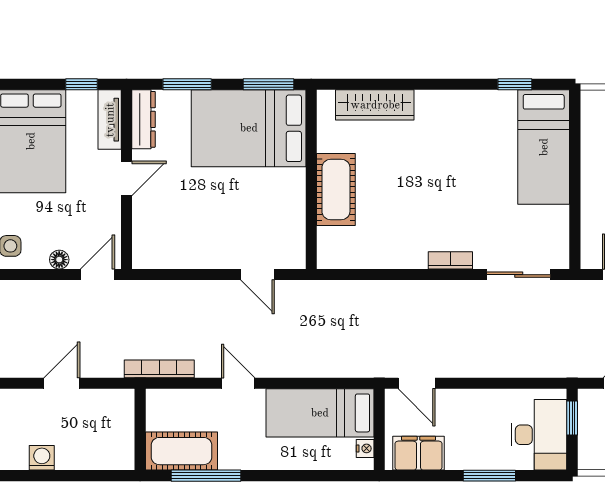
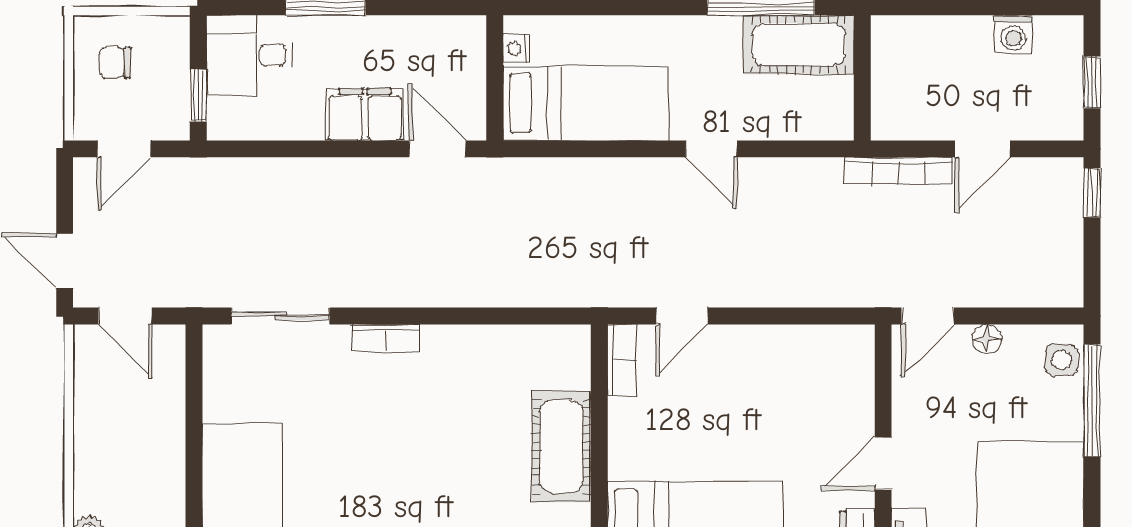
bookcase: (297, 246) -> (622, 360), added
door: (257, 275) -> (682, 316), swing flipped
bookcase: (159, 369) -> (899, 171), moved
desk: (539, 435) -> (249, 55), width x0.73
filing cabinet: (418, 453) -> (365, 114), moved, turned 180

